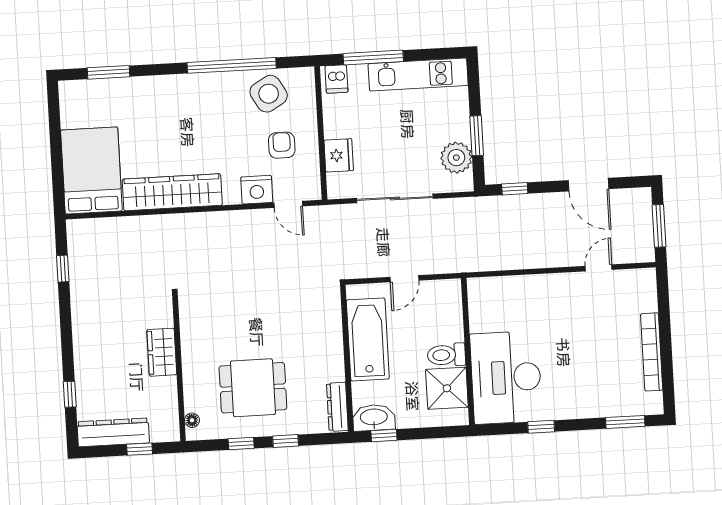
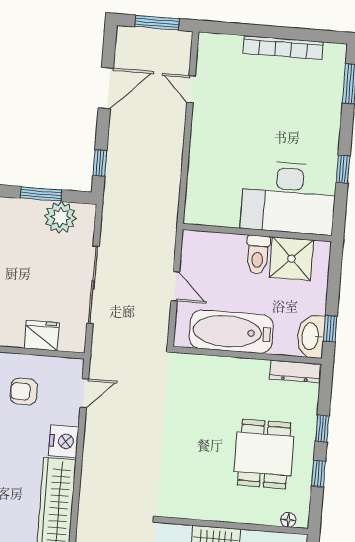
nightstand: (257, 190) -> (64, 441), moved

